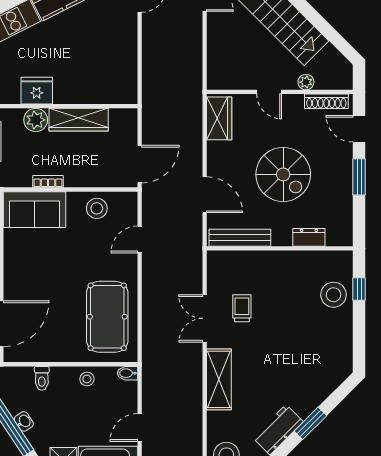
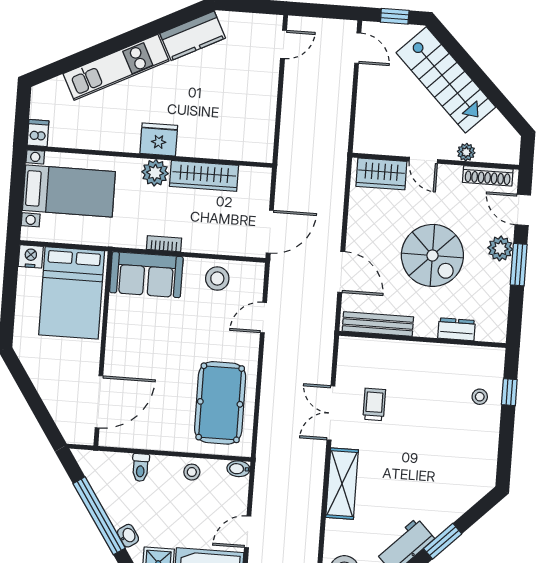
wardrobe: (219, 118) -> (381, 174), moved, turned 90
plant: (342, 164) -> (500, 248), added
stool: (333, 295) -> (480, 397), width x0.53, depth x0.53
washbasin: (24, 421) -> (128, 536), moved

